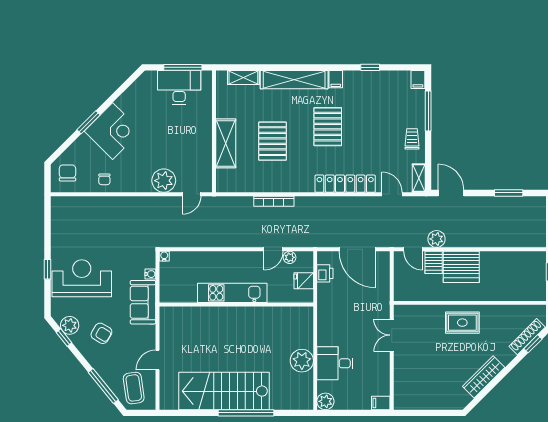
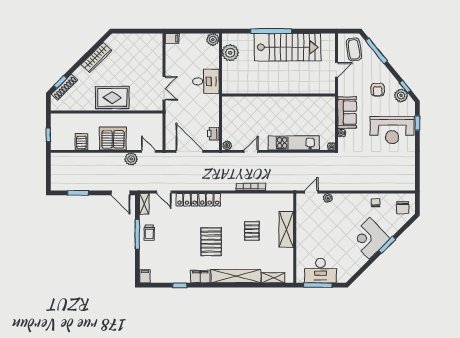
filing cabinet: (336, 79) -> (200, 277), width x2.00
window: (428, 111) -> (137, 234), moved
pallet: (272, 141) -> (252, 231), width x0.67, depth x0.71
plant: (164, 181) -> (328, 198), width x0.53, depth x0.53
plant: (290, 257) -> (227, 145), moved
server rack: (434, 262) -> (82, 142), moved
window: (47, 269) -> (417, 123), moved
fridge: (304, 281) -> (229, 128), removed
kitchen unit: (232, 293) -> (294, 143), moved, turned 180
wall: (236, 304) -> (278, 95), moved
rug: (462, 323) -> (112, 97), width x1.36, depth x1.43
armchair: (101, 333) -> (378, 90), turned -121
plant: (302, 361) -> (230, 53), moved
desk: (335, 363) -> (206, 81), moved

